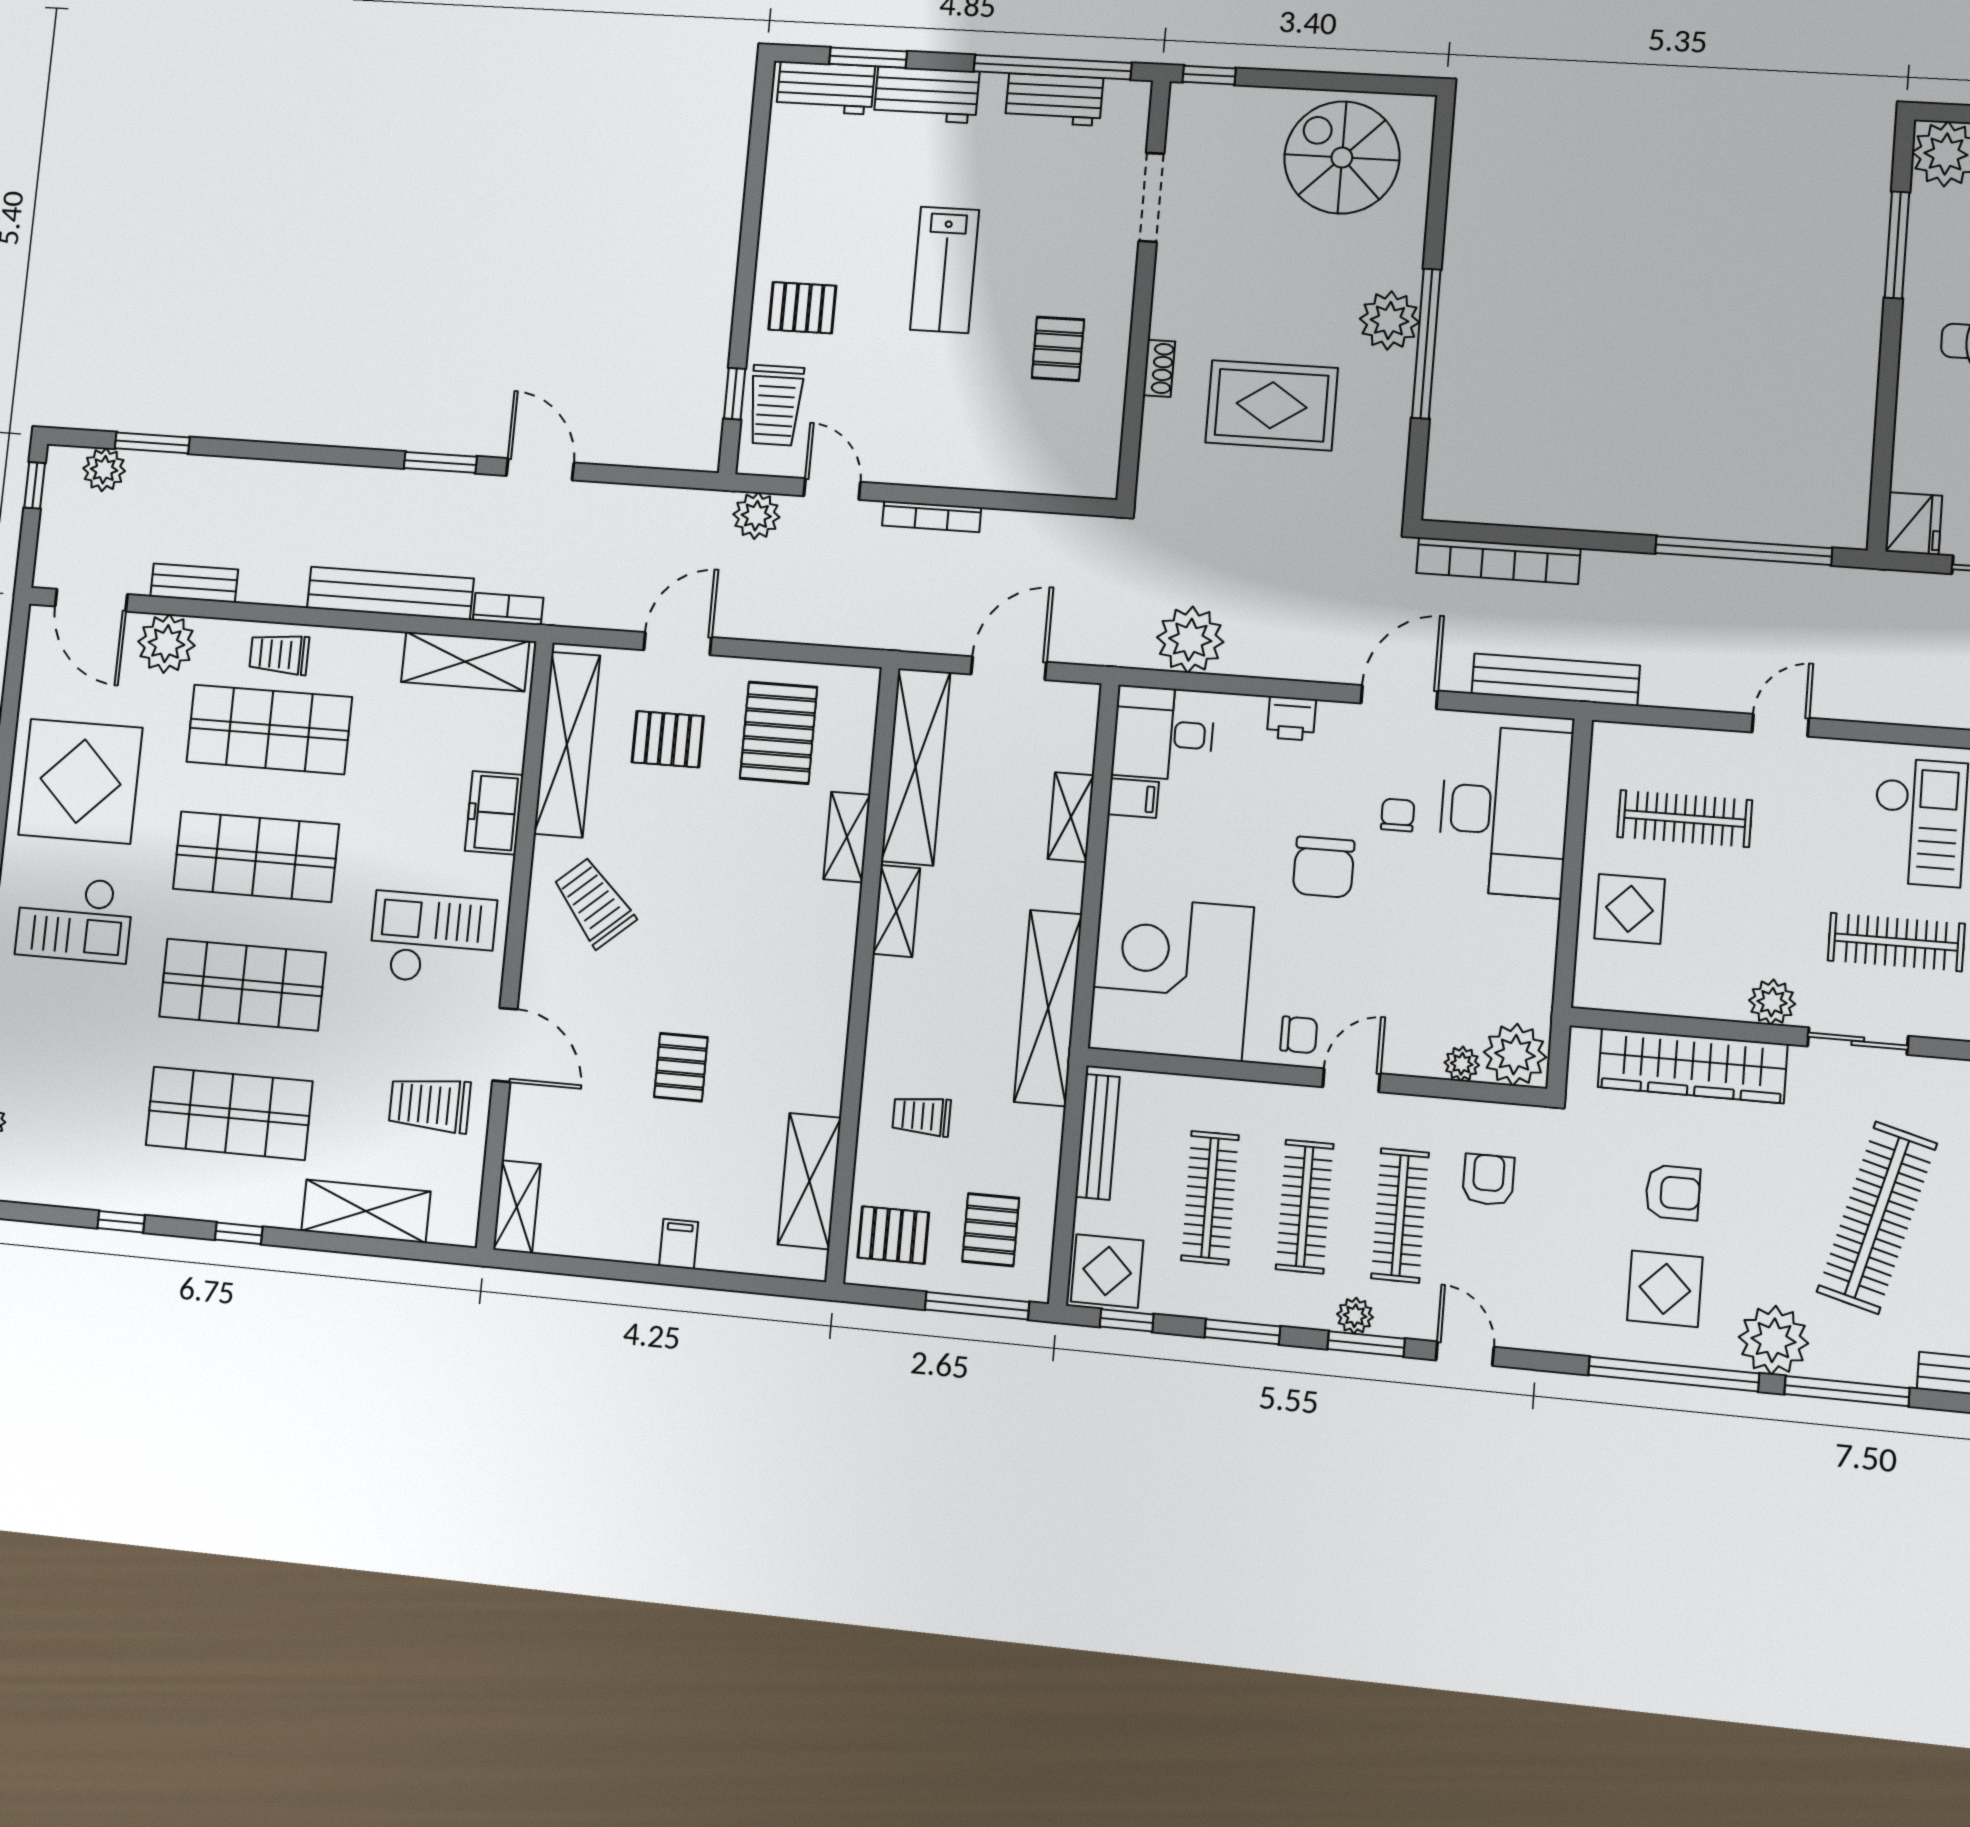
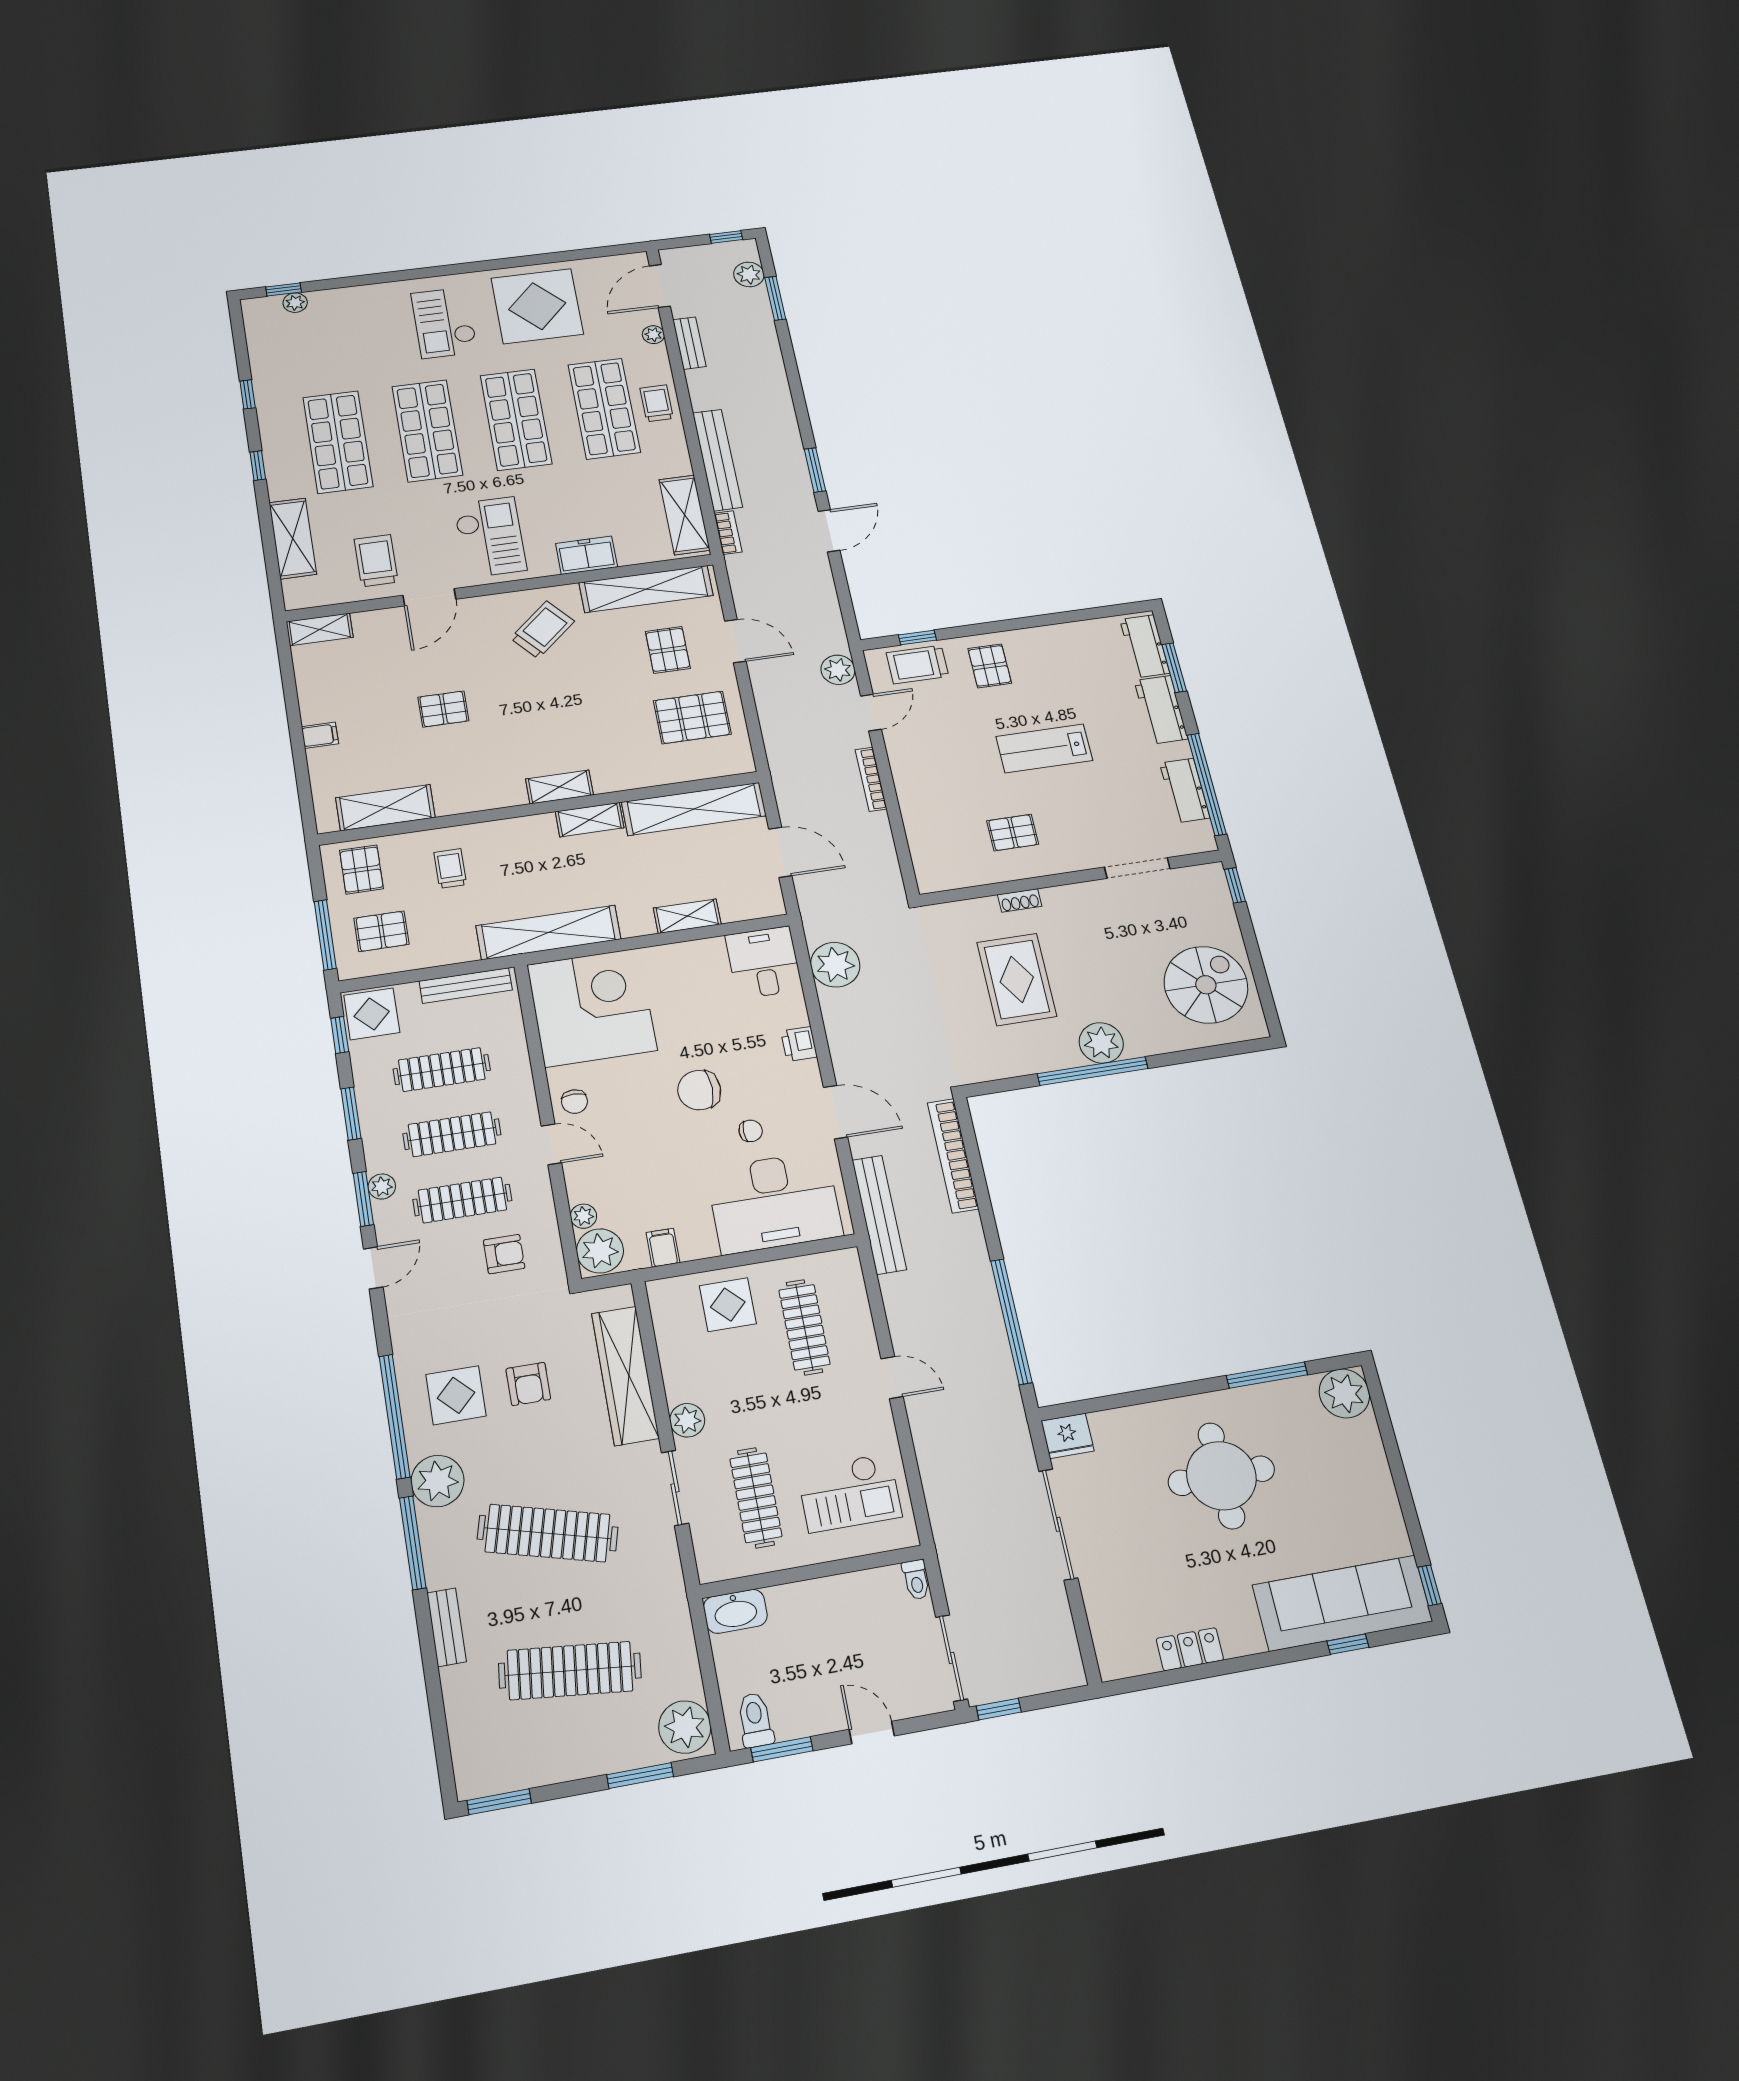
plant: (166, 644) -> (653, 335), width x0.53, depth x0.53
filing cabinet: (1133, 798) -> (663, 1248), moved, turned 180
shelving: (847, 837) -> (559, 787), moved

